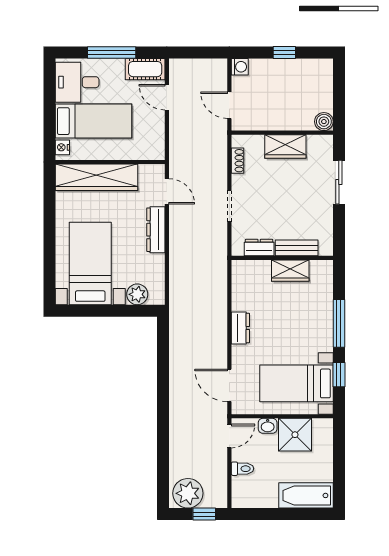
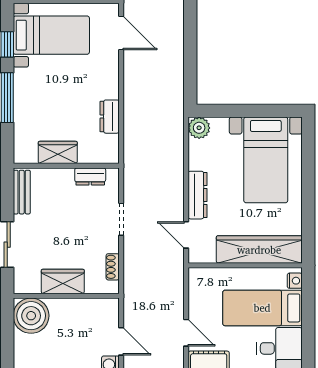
door: (229, 105) -> (121, 341), moved
boiler: (324, 122) -> (31, 316), width x1.86, depth x1.86
bench: (297, 248) -> (22, 192), moved, turned 90
plant: (137, 294) -> (199, 128), moved
dresser: (240, 328) -> (110, 117), moved

